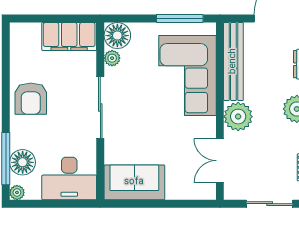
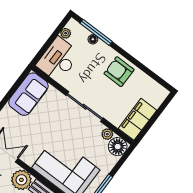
floor lamp: (23, 162) -> (93, 39), width x0.53, depth x0.53
plant: (17, 192) -> (66, 33), moved

